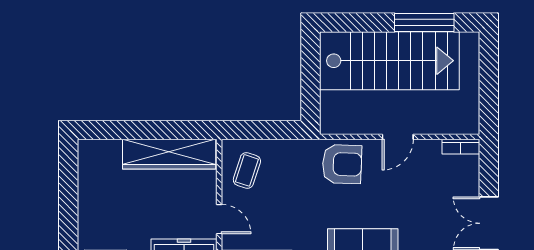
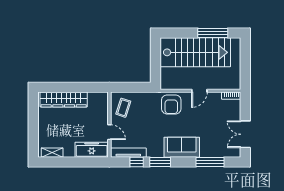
wardrobe: (169, 154) -> (64, 99), moved
armchair: (342, 164) -> (171, 104), turned 88

